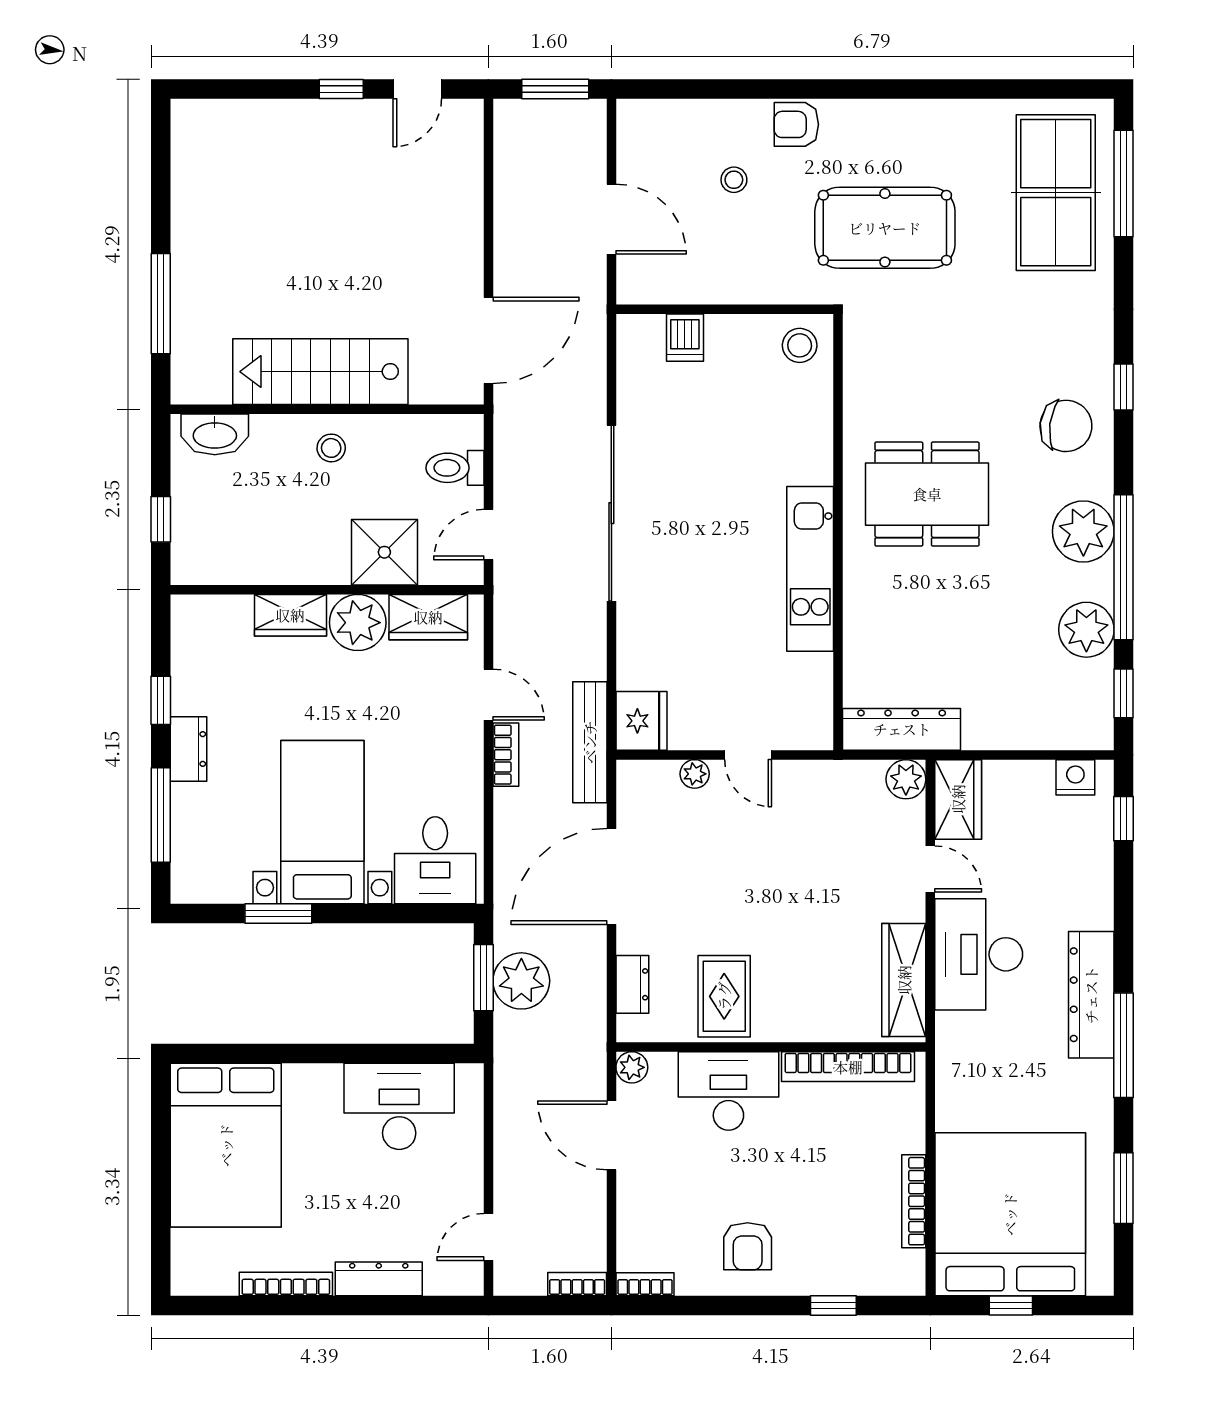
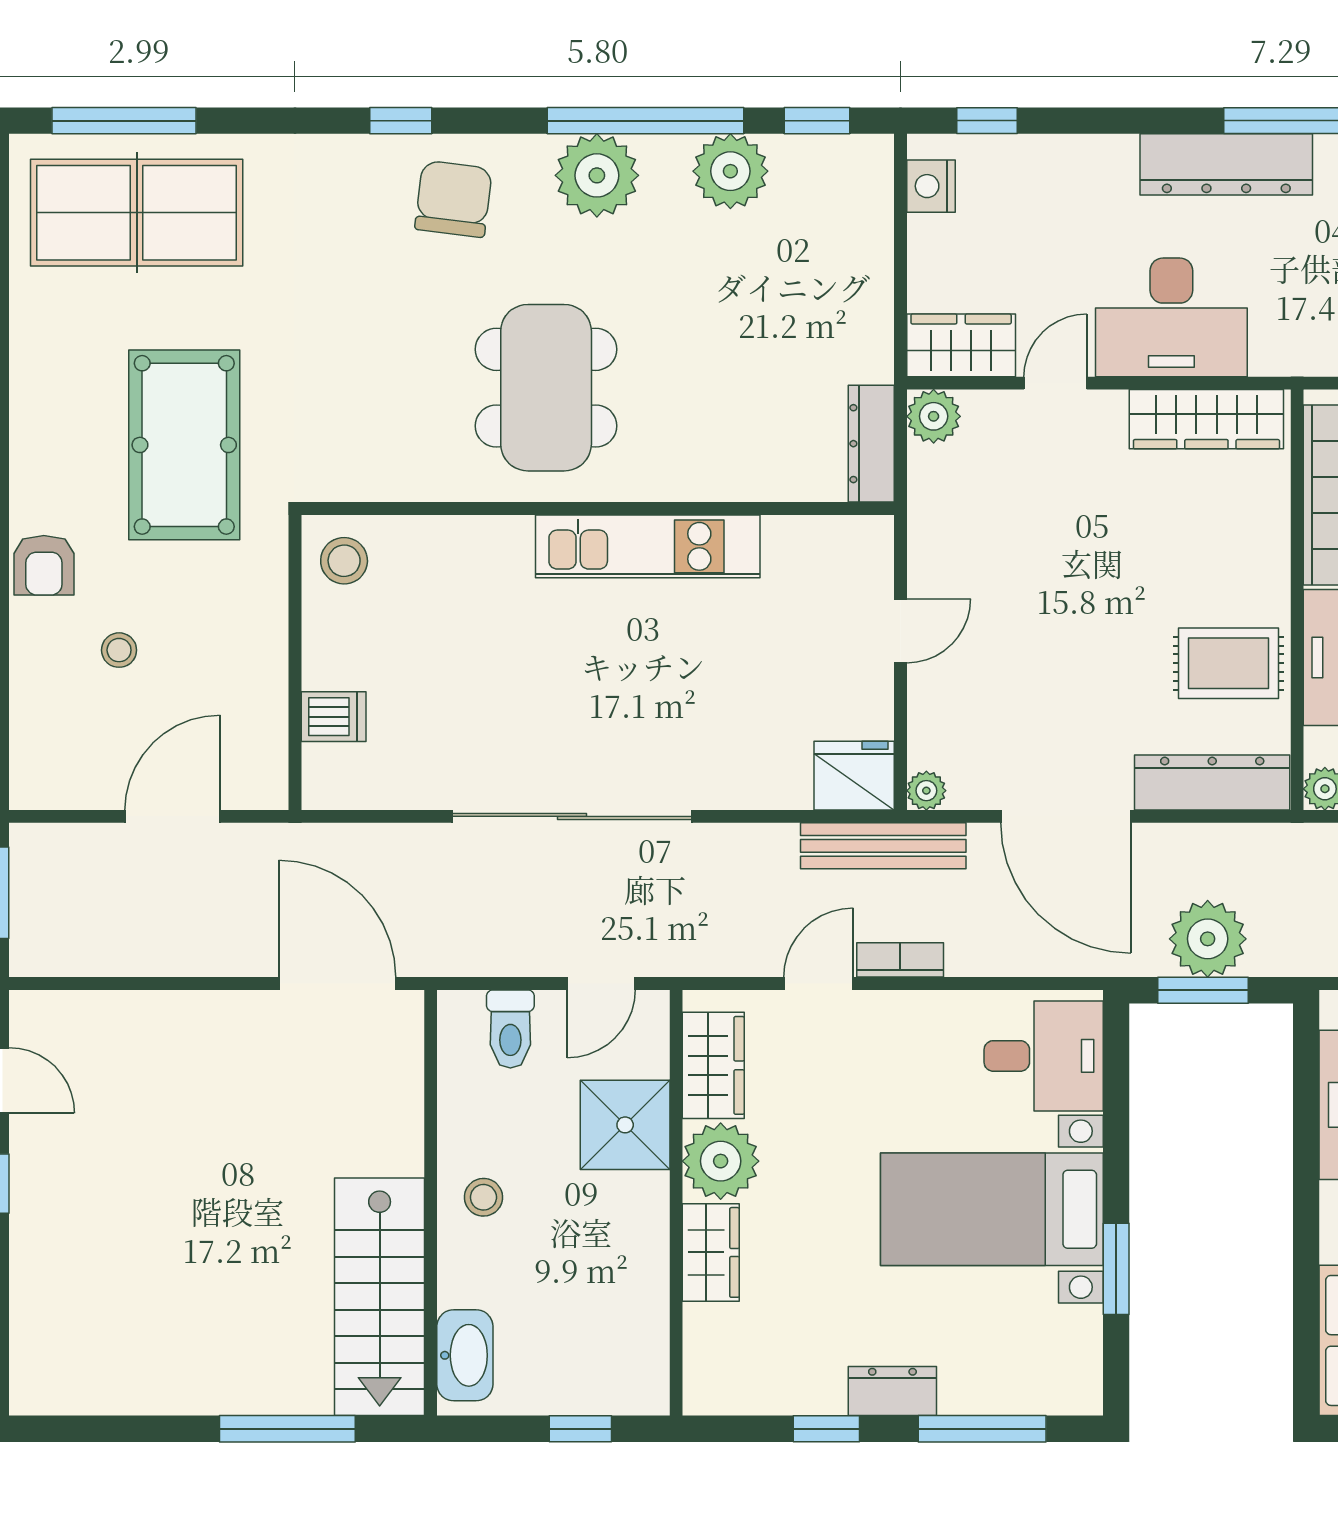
stairs: (320, 372) -> (380, 1297), moved
door: (488, 535) -> (601, 984), hinge flipped
dresser: (902, 729) -> (871, 444), width x0.73, depth x0.80
plant: (695, 774) -> (926, 791), moved
dresser: (632, 984) -> (1212, 783), width x1.96, depth x1.24

